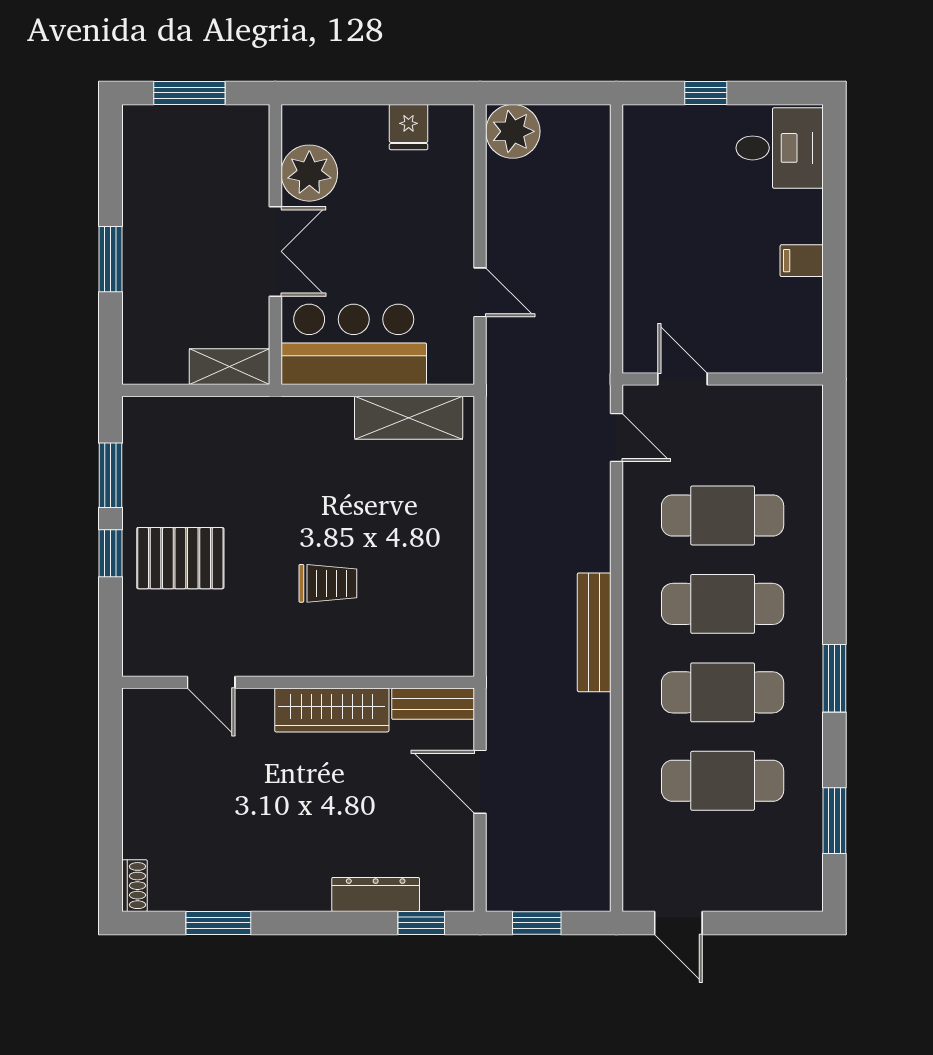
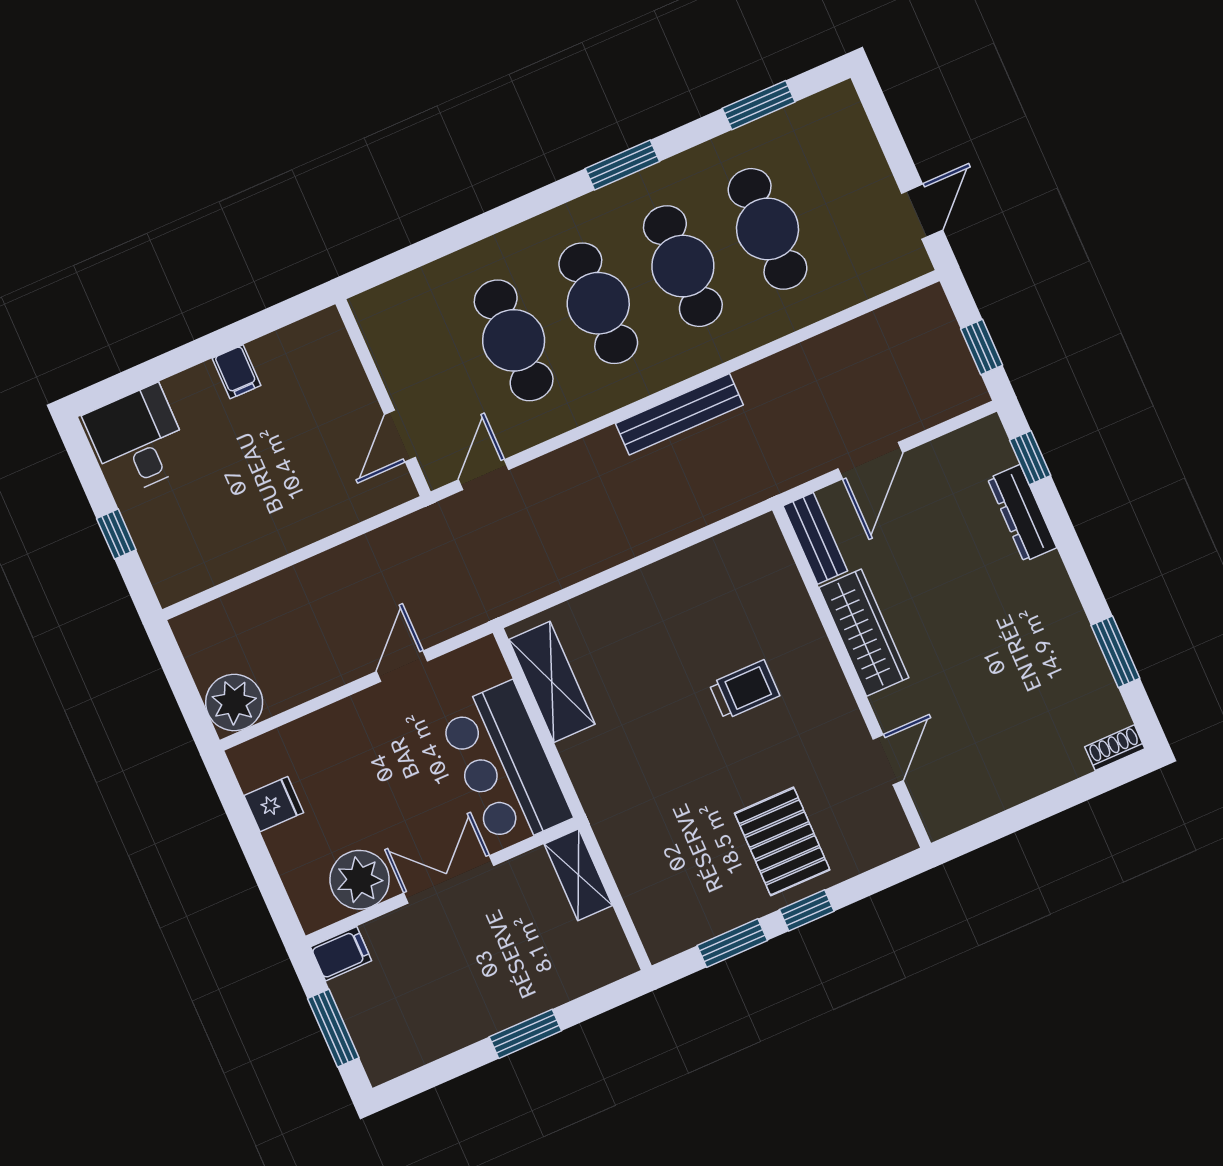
filing cabinet: (252, 128) -> (341, 954), added
trolley: (328, 583) -> (744, 690), turned 90

